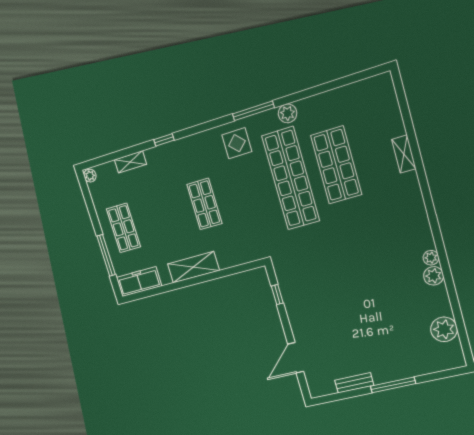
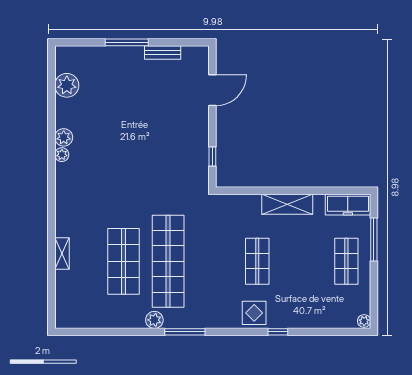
display table: (237, 143) -> (254, 313), moved
shelving: (130, 162) -> (318, 322), removed

